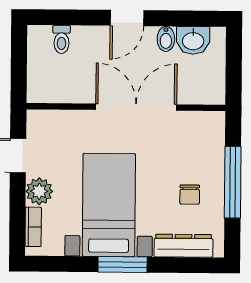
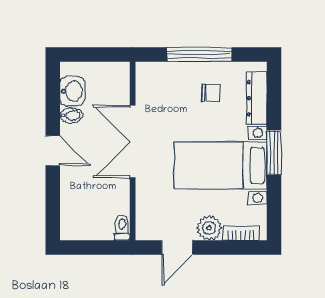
toilet: (62, 39) -> (122, 228), moved, turned -90

